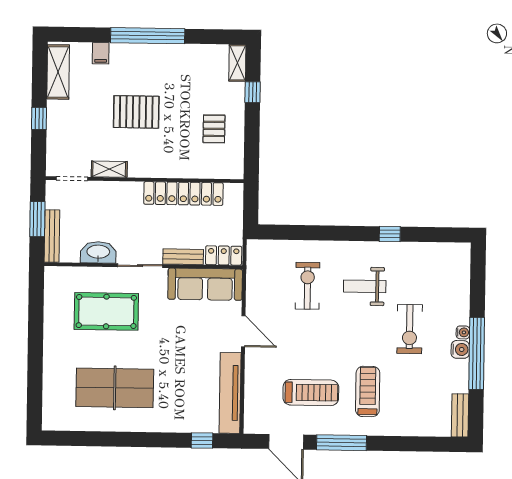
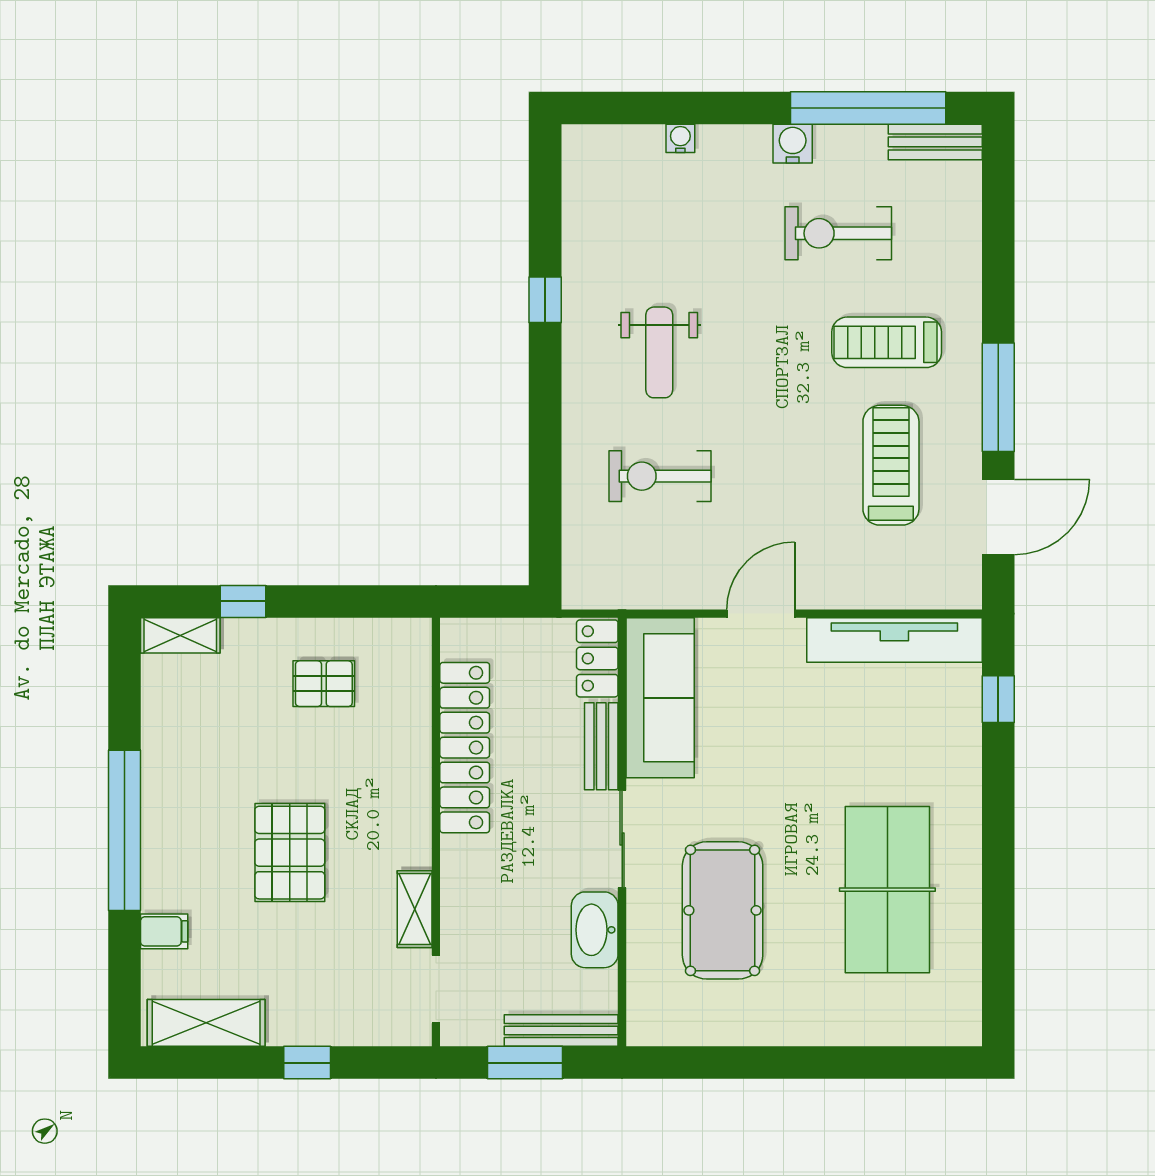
exercise bike: (410, 329) -> (838, 233), moved, turned 180
water cooler: (463, 332) -> (680, 138), moved
window: (477, 353) -> (868, 108), moved

